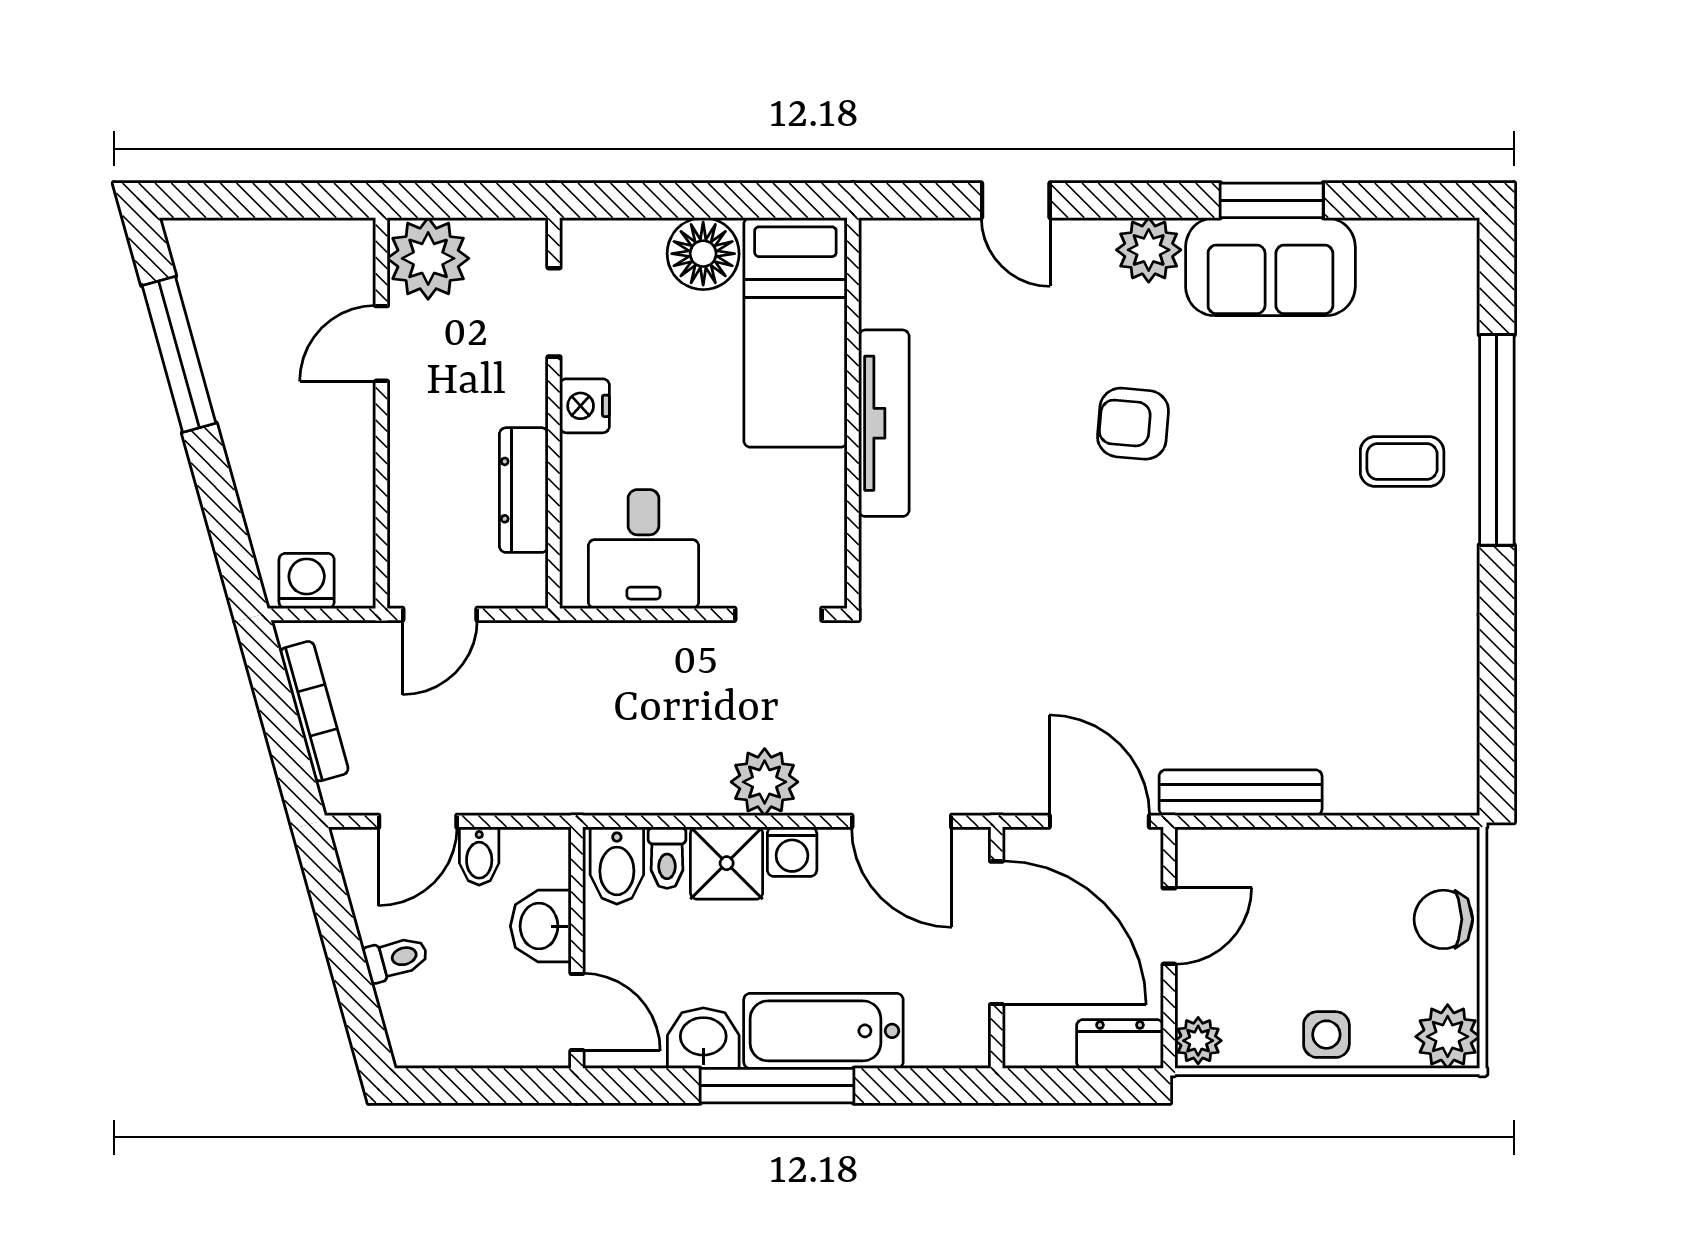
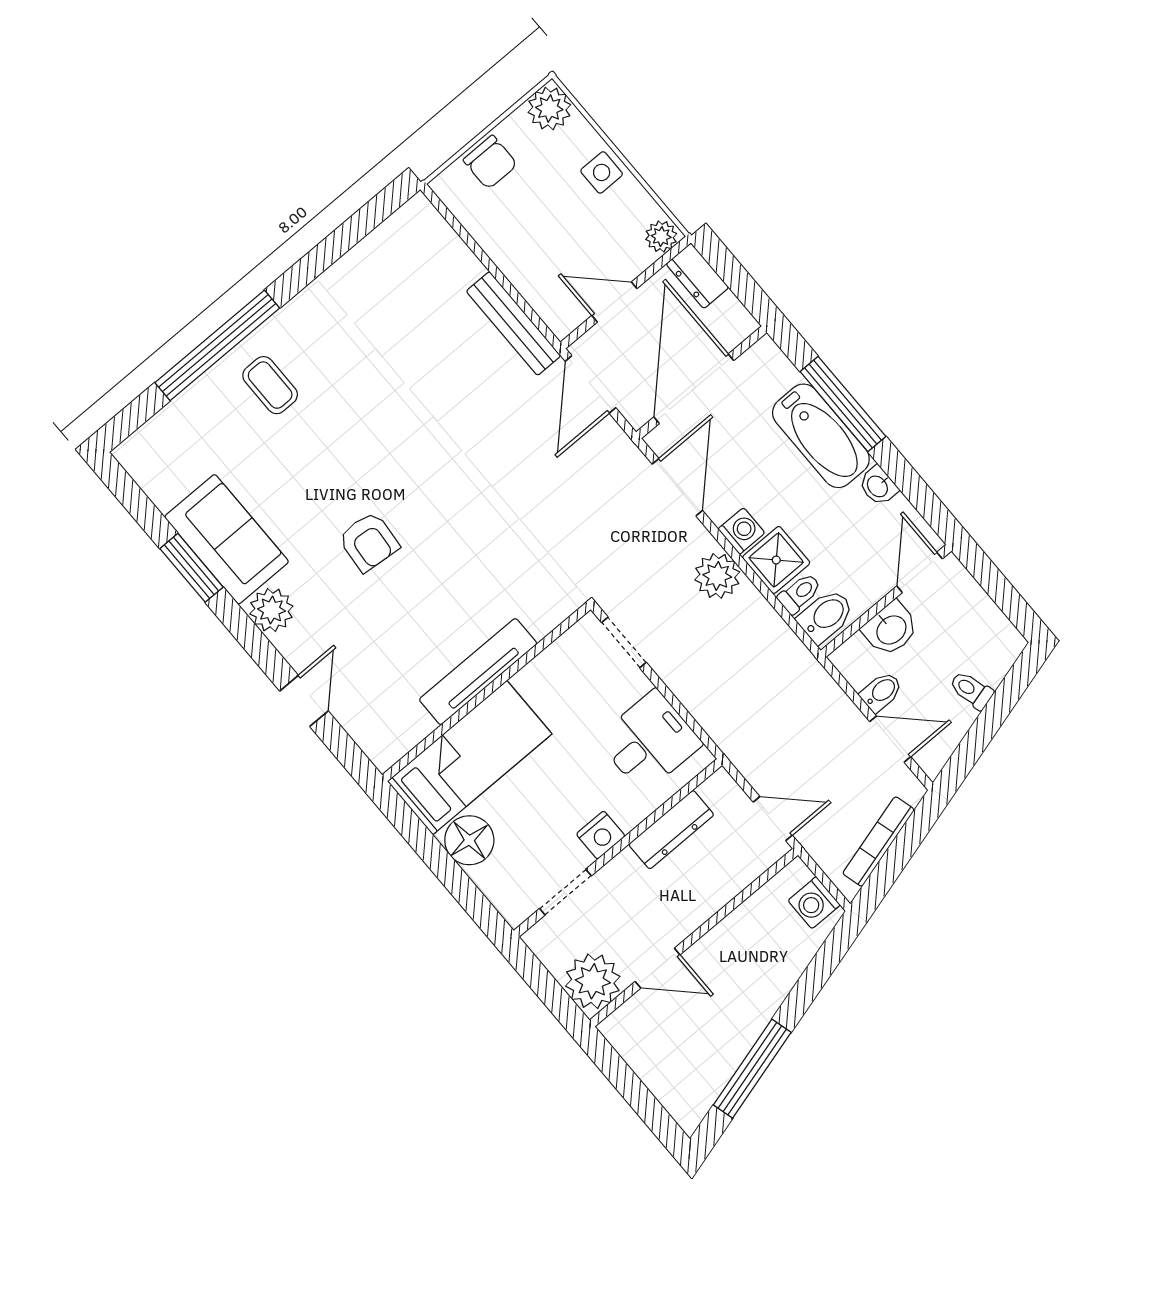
washbasin: (703, 1038) -> (878, 486), width x0.72, depth x0.69
window: (777, 1086) -> (843, 404), moved

